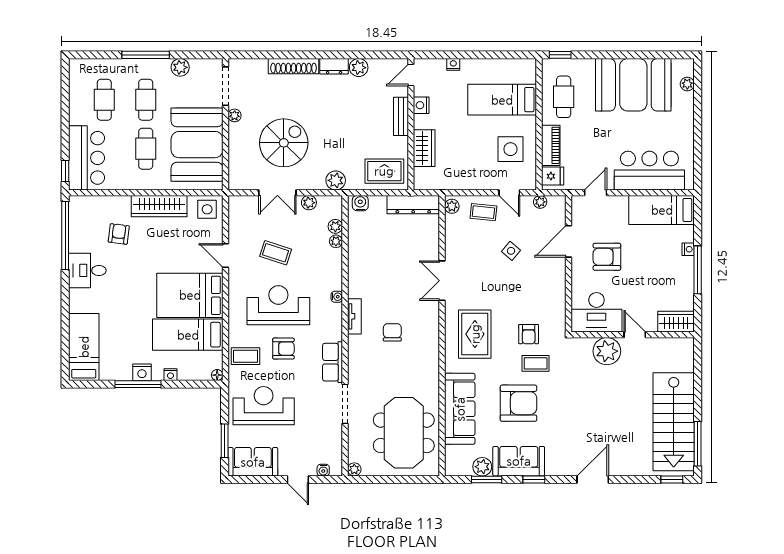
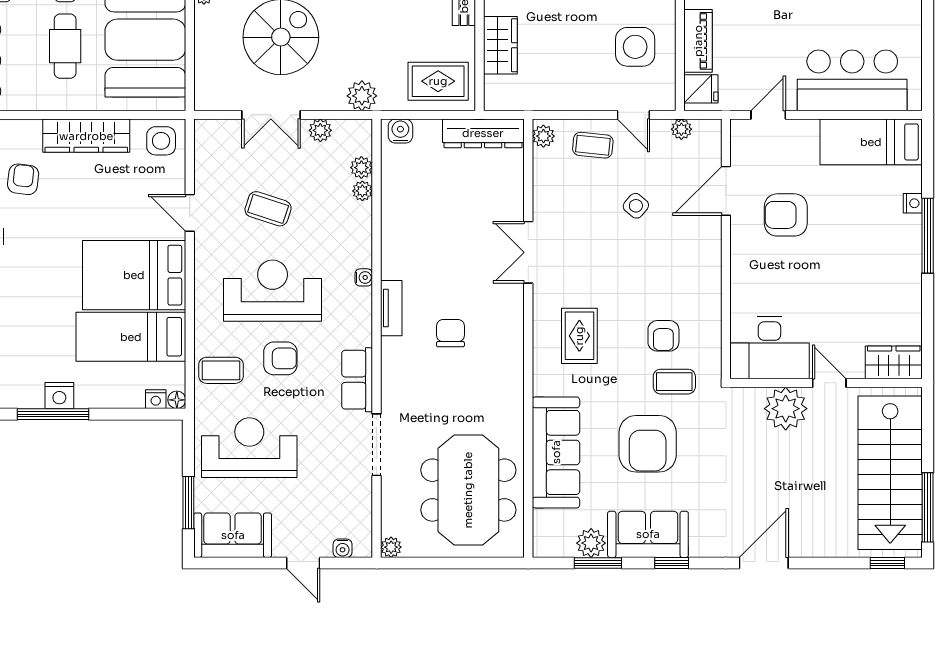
desk: (596, 312) -> (769, 348), moved
wardrobe: (676, 322) -> (894, 362), moved
rug: (475, 334) -> (579, 336), width x0.73, depth x0.70
wall: (633, 335) -> (826, 383), moved
door: (635, 335) -> (829, 383), moved
plant: (607, 351) -> (786, 409), moved
nightstand: (170, 375) -> (156, 399), moved
armchair: (518, 403) -> (648, 444), turned 90

